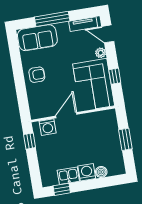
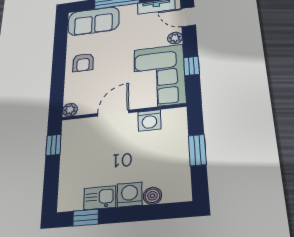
armchair: (37, 75) -> (83, 62), turned 90
plant: (35, 114) -> (70, 110), added
washing machine: (48, 127) -> (149, 120), moved

